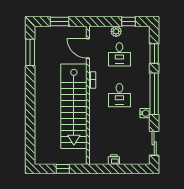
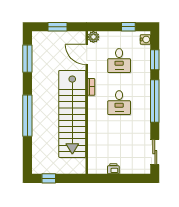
plant: (116, 31) -> (93, 37), moved
window: (30, 108) -> (27, 116), added
water cooler: (145, 113) -> (145, 39), moved
window: (63, 169) -> (49, 178), moved

